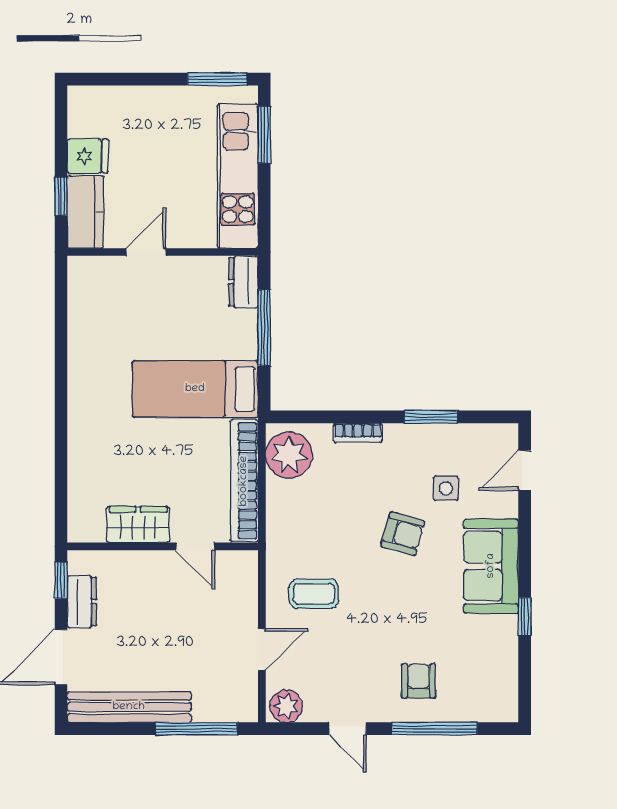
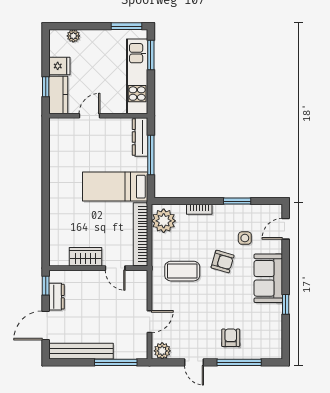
plant: (115, 98) -> (73, 36), added
dresser: (243, 282) -> (140, 137), width x1.44
coffee table: (314, 594) -> (182, 271), moved, width x1.36, depth x1.30

